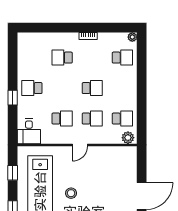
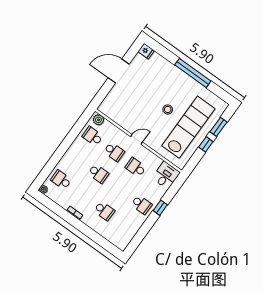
school desk: (92, 88) -> (98, 174), turned 180
school desk: (92, 119) -> (114, 152), turned 180
window: (13, 173) -> (206, 144), moved

